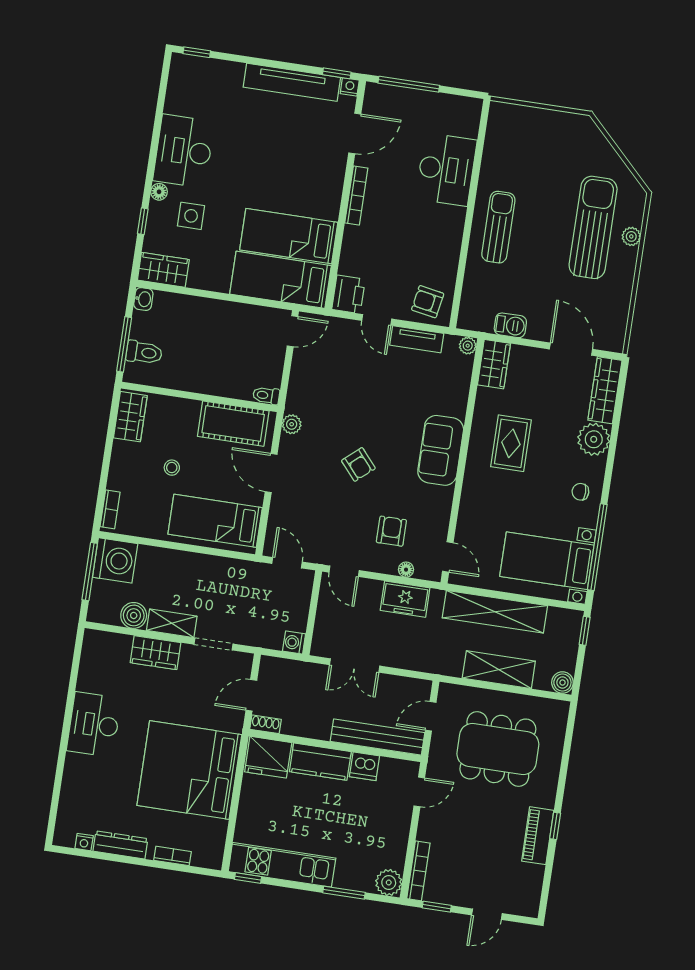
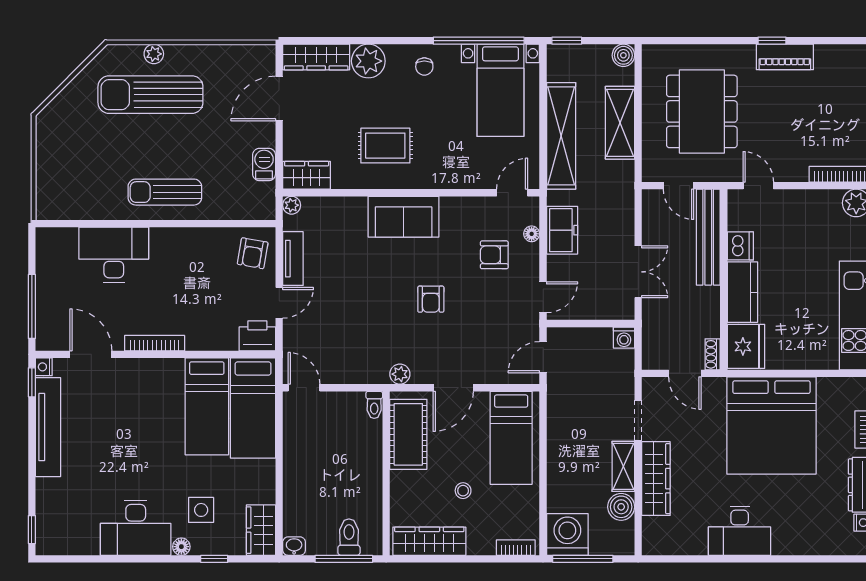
wardrobe: (130, 417) -> (429, 541), width x1.50
armchair: (358, 464) -> (431, 299), turned 131
wardrobe: (156, 653) -> (656, 479), width x1.50

